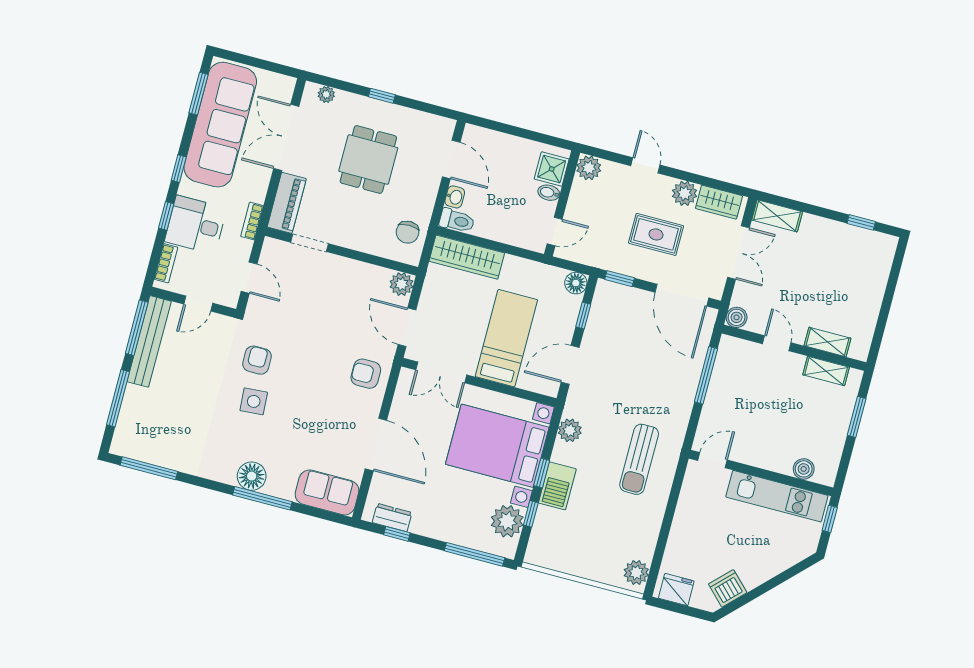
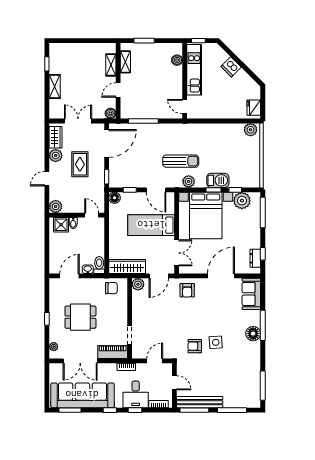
shelving: (777, 216) -> (55, 87), moved
wardrobe: (467, 257) -> (127, 267), moved, turned -90
sun lounger: (639, 459) -> (181, 161), moved
dishwasher: (728, 588) -> (231, 67), moved

